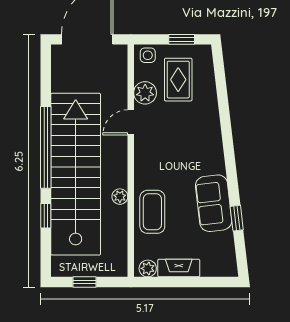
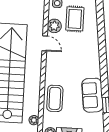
door: (131, 122) -> (45, 43), swing flipped
plant: (120, 197) -> (34, 120), moved

